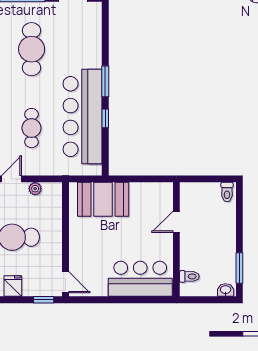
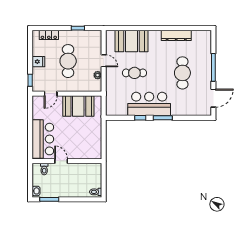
cafe table: (32, 49) -> (182, 73), turned 90
bar counter: (83, 117) -> (149, 104), width x0.73
booth: (103, 199) -> (78, 106), moved, turned 90
door: (176, 222) -> (61, 161), moved
door: (65, 282) -> (51, 94), moved

